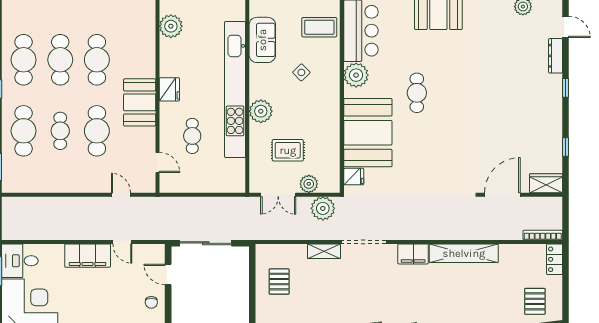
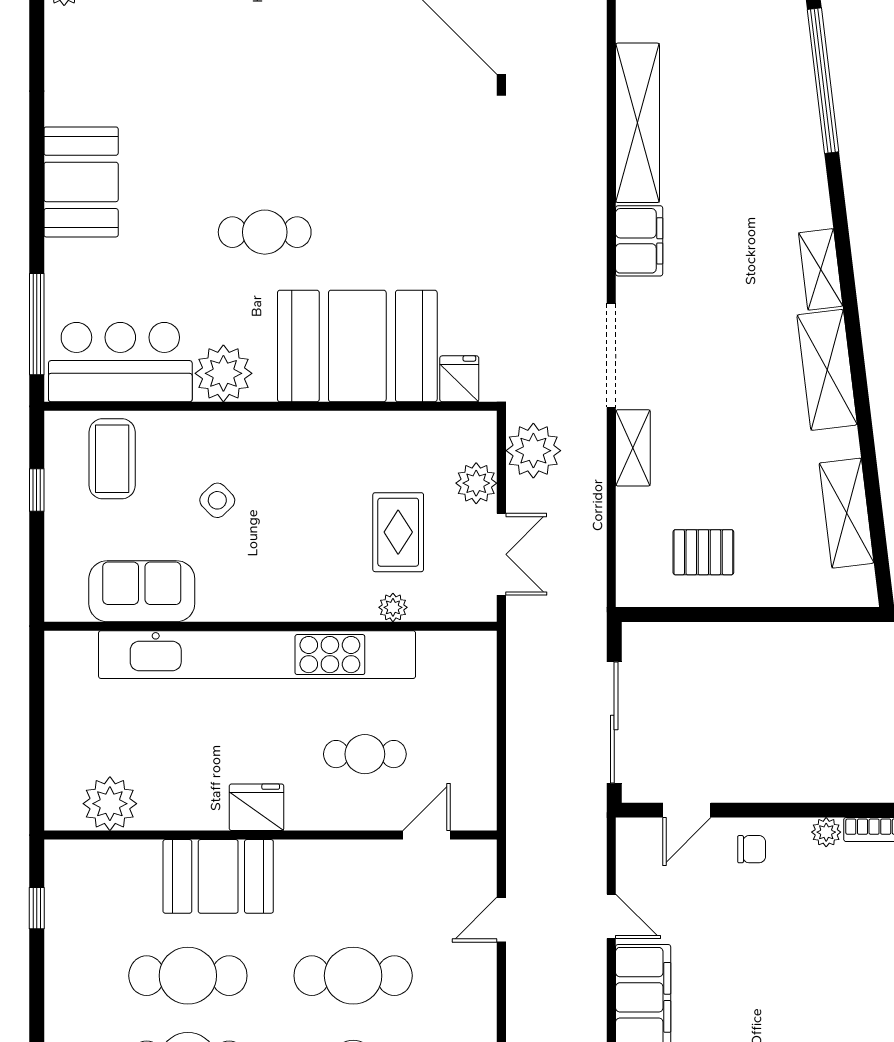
booth: (140, 102) -> (218, 876), moved
plant: (261, 111) -> (393, 607), moved, width x0.53, depth x0.53
door: (122, 242) -> (611, 916), hinge flipped

